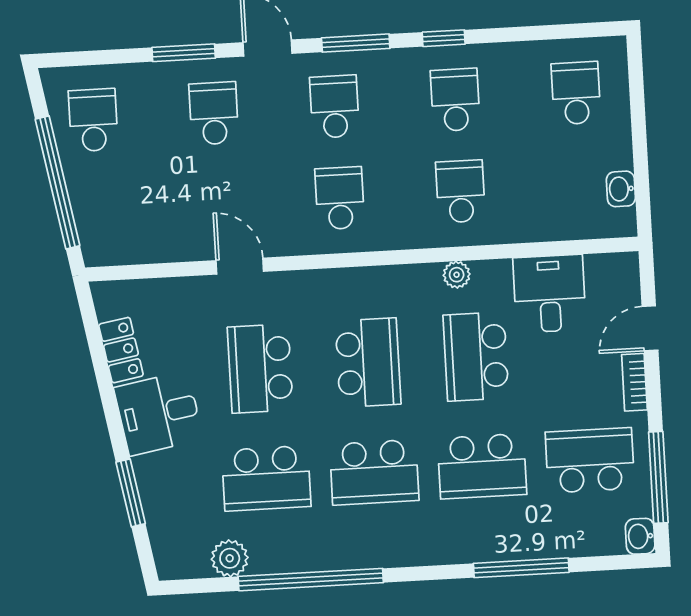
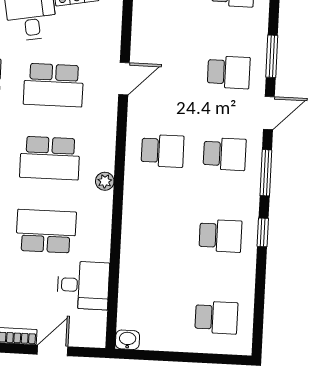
washbasin: (621, 189) -> (127, 340), moved
school desk: (460, 191) -> (158, 233), removed
plant: (457, 275) -> (105, 181), moved
door: (650, 328) -> (53, 350), hinge flipped
school desk: (260, 369) -> (53, 85), turned 180

